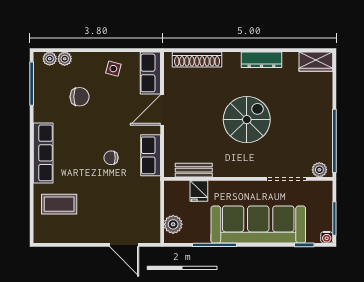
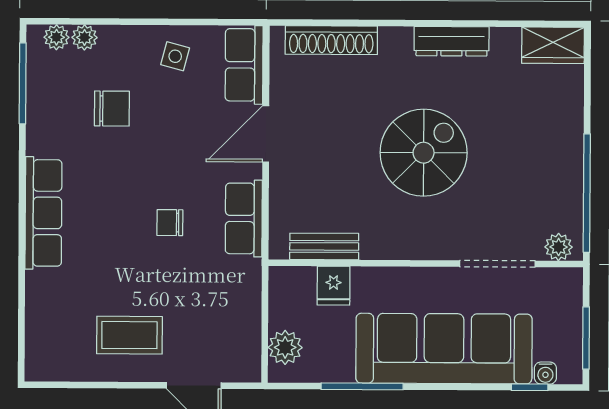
coffee table: (59, 204) -> (129, 335), moved
water cooler: (327, 237) -> (545, 373), moved

